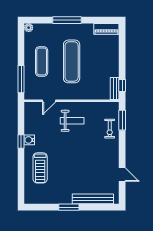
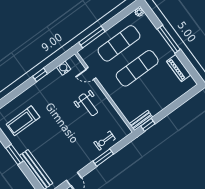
piano: (106, 29) -> (179, 68), moved
exercise mat: (42, 61) -> (119, 43), width x1.36, depth x1.45
window: (122, 120) -> (103, 158), moved
water cooler: (29, 140) -> (64, 68), moved
treadmill: (40, 168) -> (23, 121), moved

